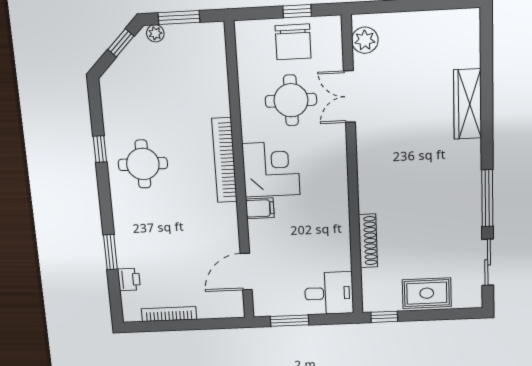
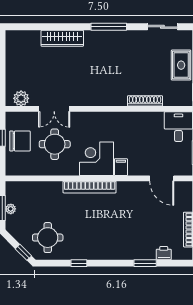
plant: (155, 33) -> (11, 209), moved
window: (121, 43) -> (23, 252), moved
round table: (143, 164) -> (48, 238), moved
window: (487, 198) -> (109, 27), moved

